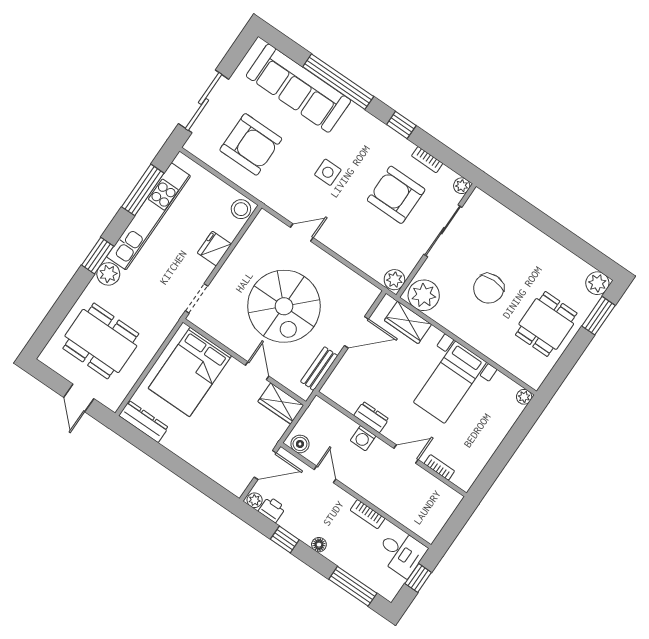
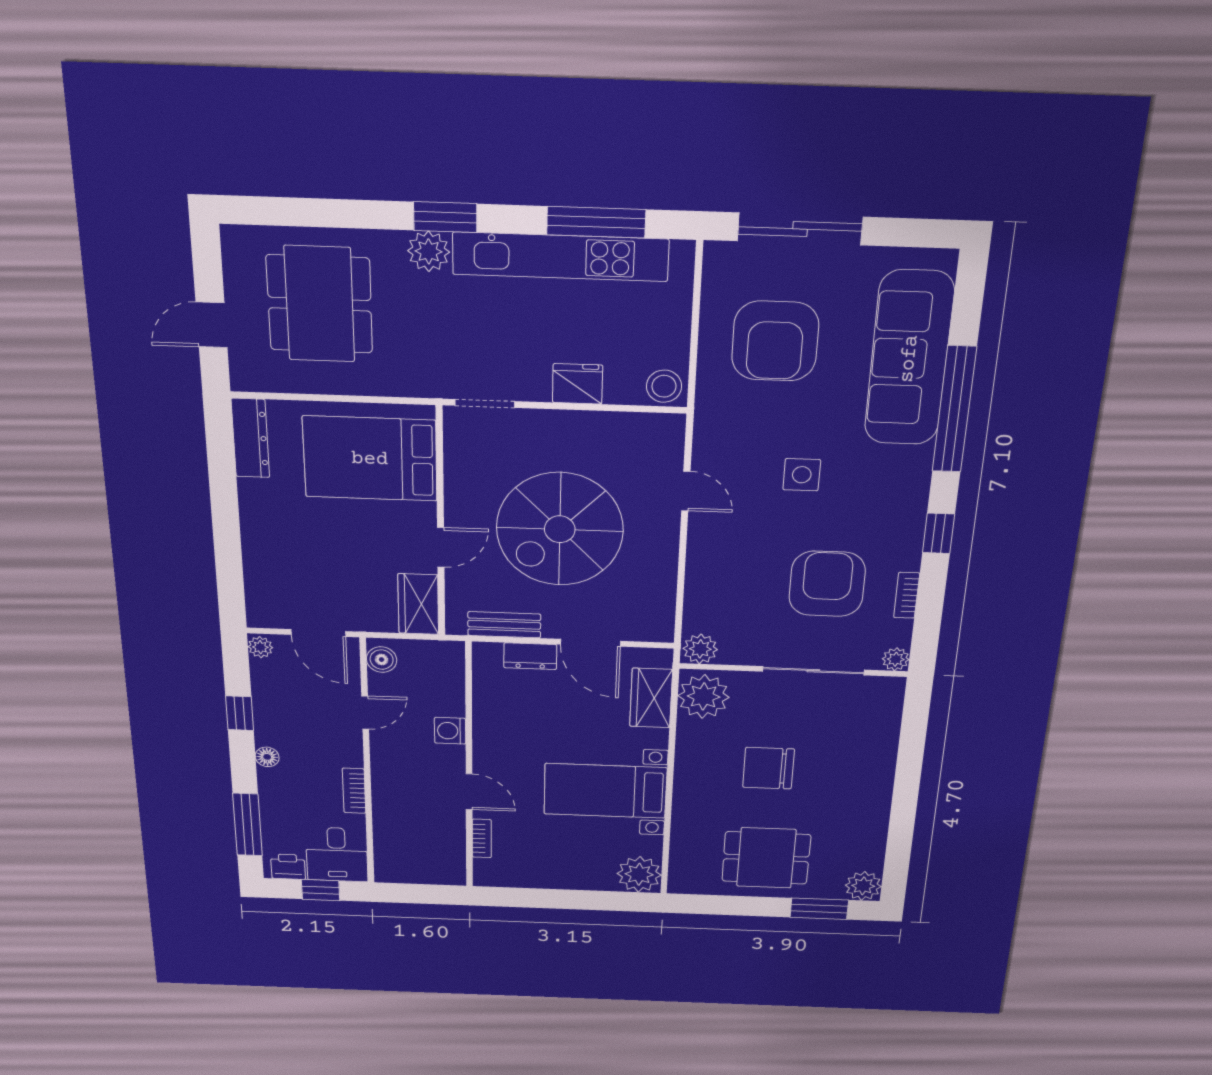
plant: (524, 397) -> (639, 874), width x1.88, depth x1.88
dresser: (371, 417) -> (530, 656), moved, turned 90
printer: (272, 509) -> (288, 867), moved, turned -90

